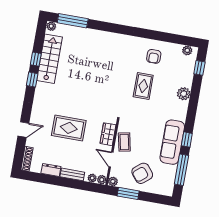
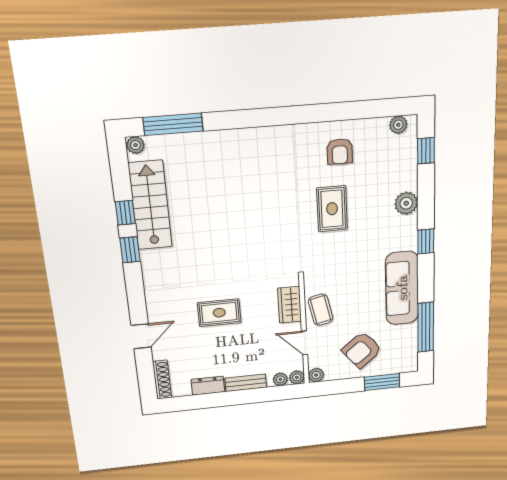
rug: (69, 128) -> (219, 313), width x0.73, depth x0.70
window: (187, 140) -> (426, 241), moved
window: (128, 193) -> (382, 382), moved

